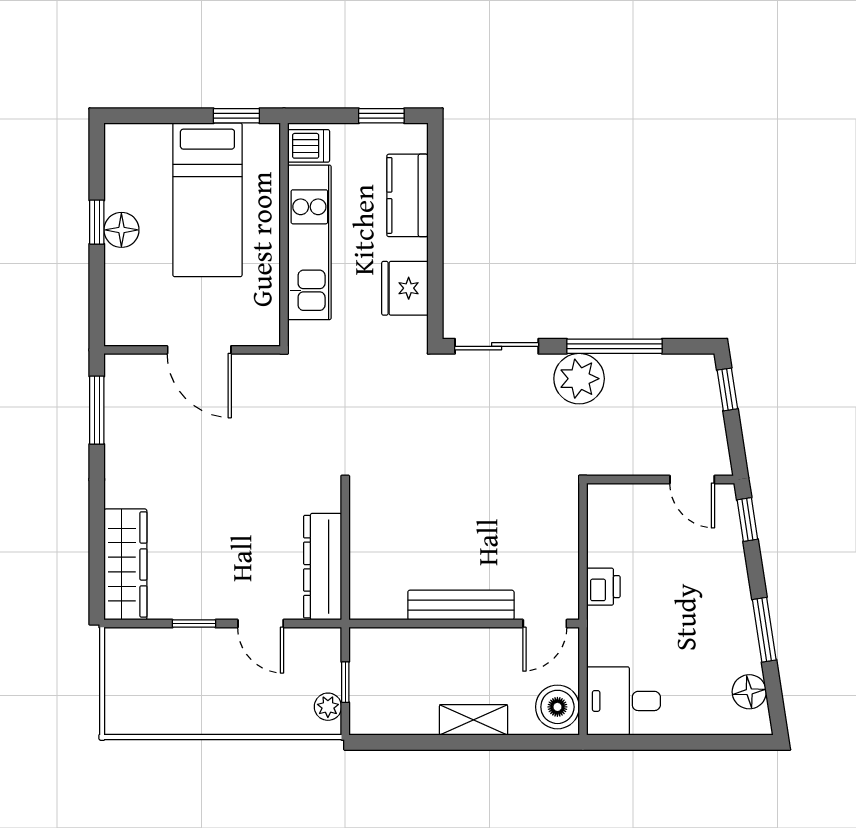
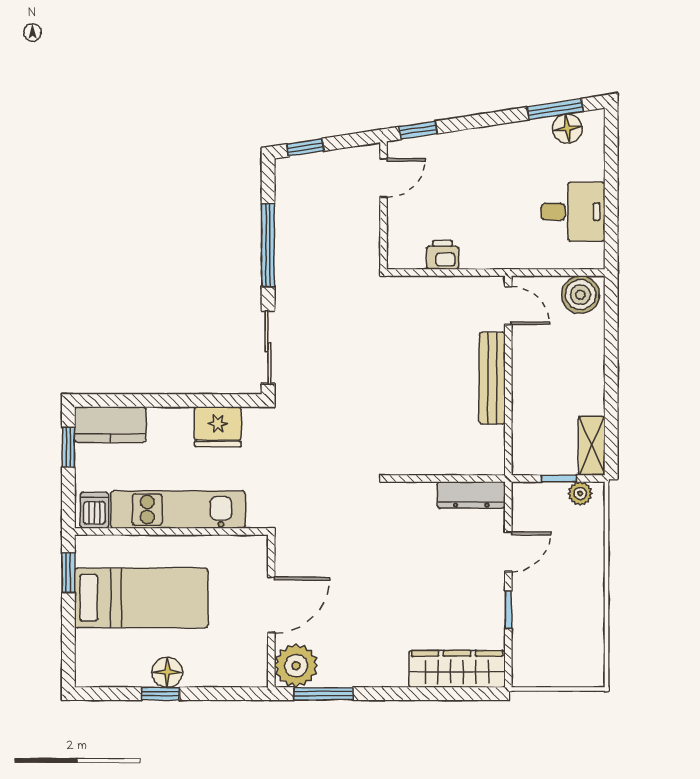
kitchen counter: (407, 195) -> (110, 425), moved
plant: (579, 379) -> (296, 666), moved
dresser: (323, 567) -> (471, 495), width x0.73, depth x0.80
printer: (603, 587) -> (443, 255), moved
window: (764, 630) -> (555, 109), moved
desk: (623, 701) -> (573, 212), moved, turned -90
shelving: (474, 720) -> (592, 446), moved

